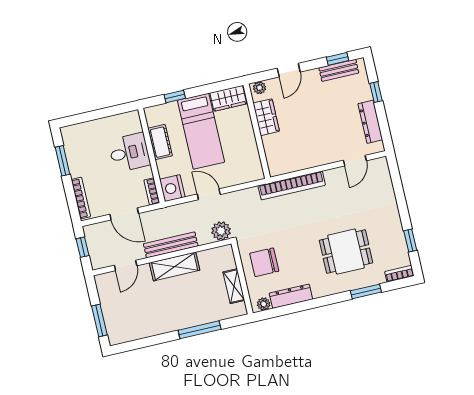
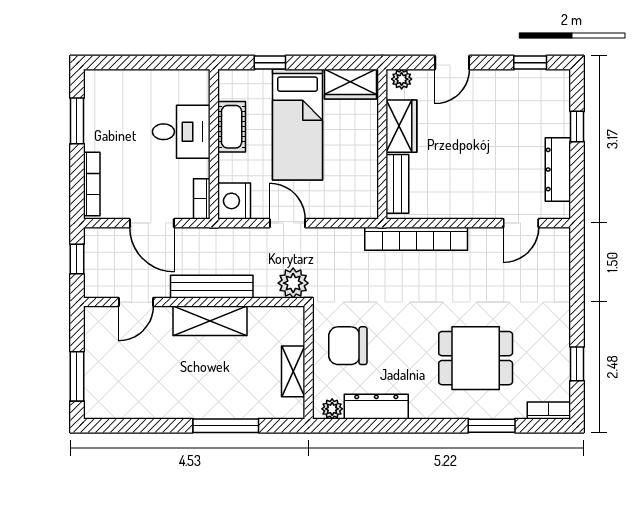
bench: (339, 70) -> (397, 184), moved, turned 90

